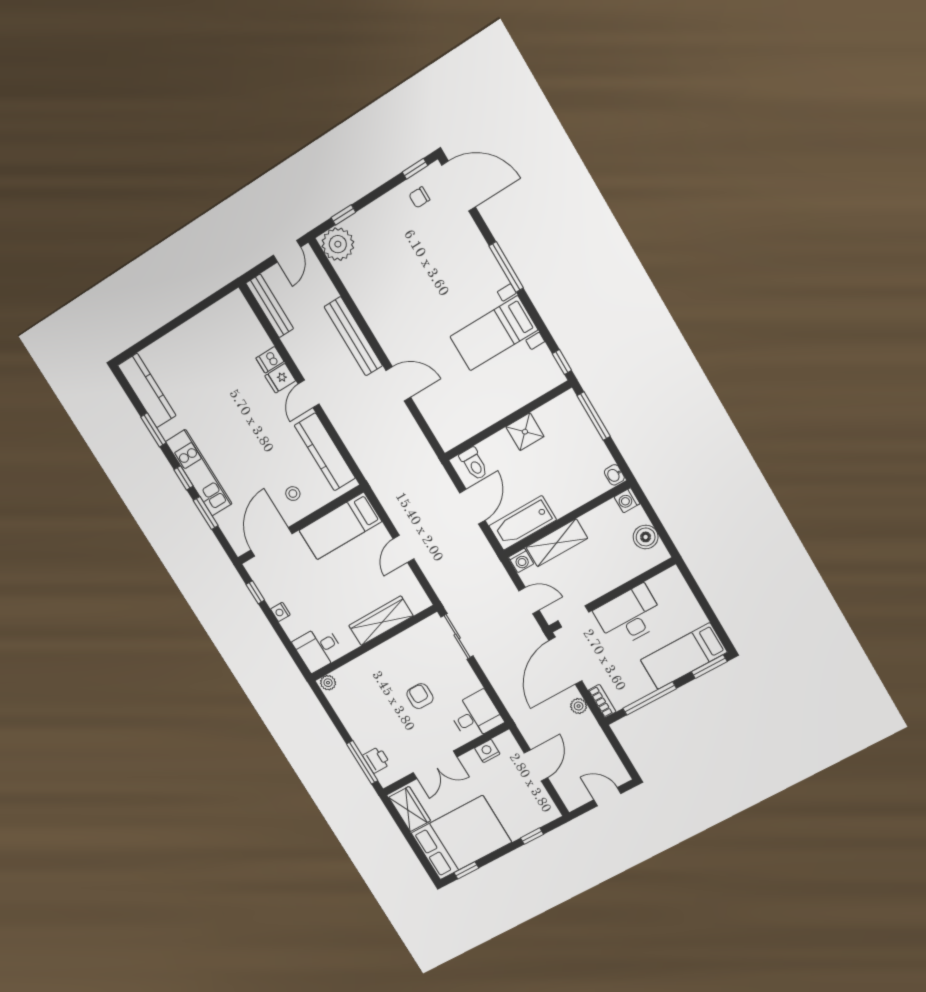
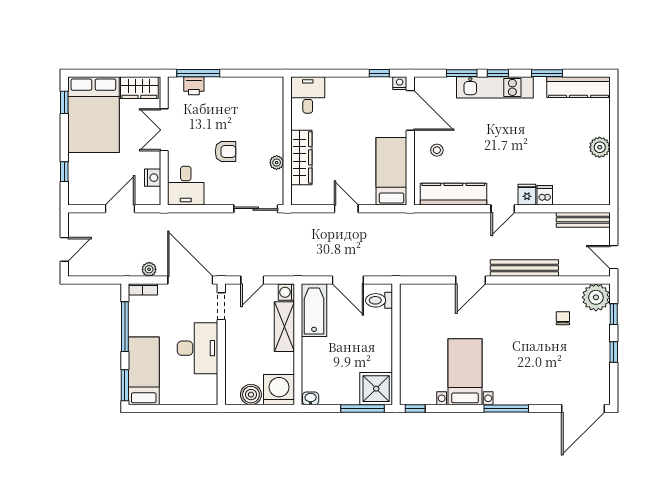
window: (415, 169) -> (614, 352), moved
chair: (419, 197) -> (563, 318), moved
plant: (190, 333) -> (600, 147), added
door: (309, 394) -> (503, 209), swing flipped
shower: (525, 432) -> (376, 389), moved, width x1.36, depth x1.36
washing machine: (627, 500) -> (279, 390), width x1.89, depth x1.89
nightstand: (280, 612) -> (400, 83), moved
plant: (328, 683) -> (277, 163), moved
door: (536, 765) -> (120, 209), swing flipped

